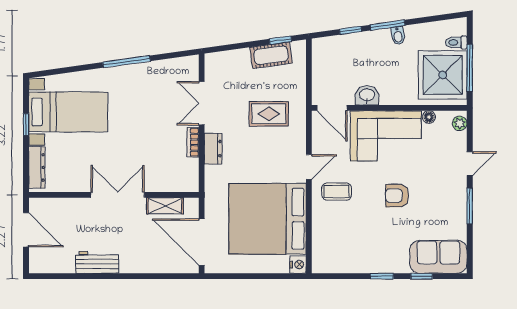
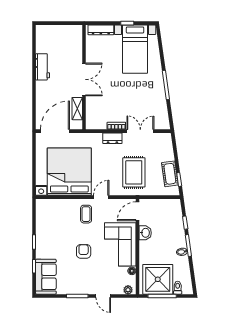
rug: (269, 114) -> (134, 172), width x1.36, depth x1.43
door: (309, 167) -> (101, 197), swing flipped
door: (26, 230) -> (63, 23), removed

